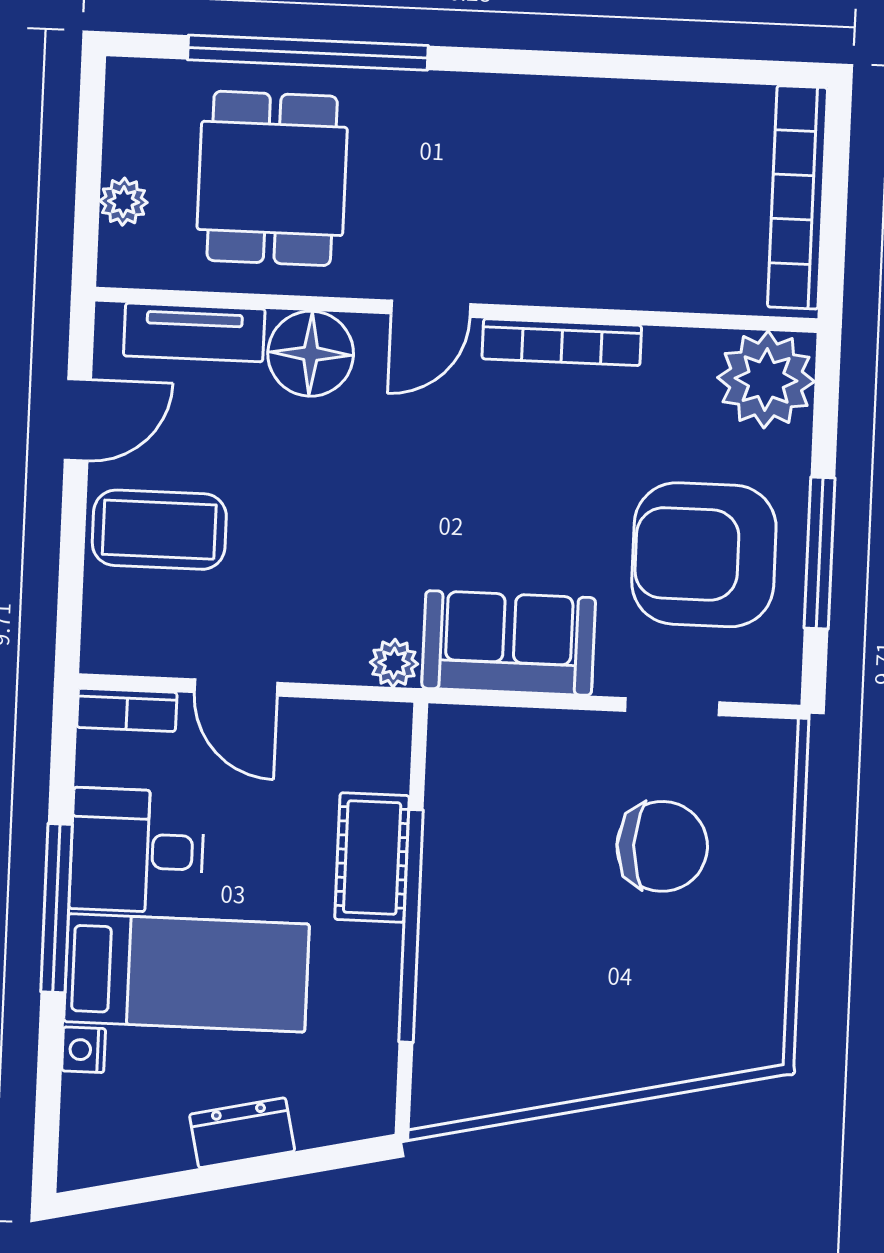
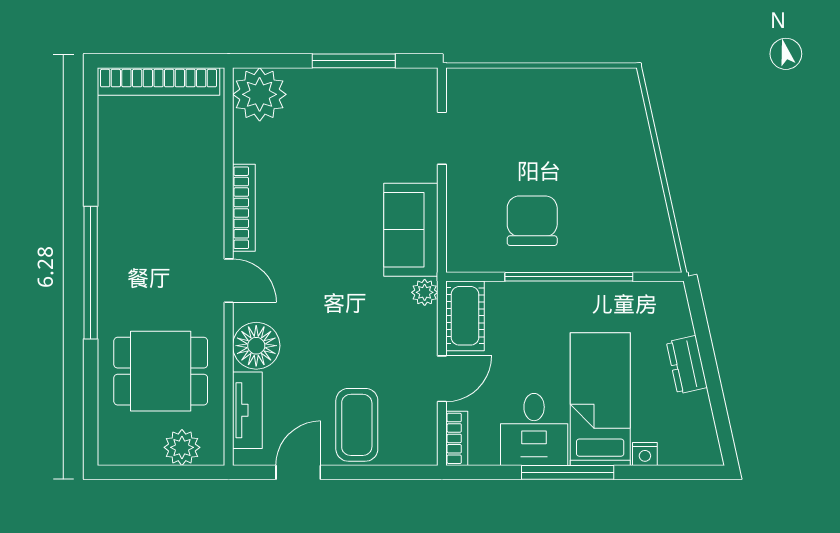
window: (308, 53) -> (91, 273), moved
plant: (124, 202) -> (182, 447), width x1.38, depth x1.38
door: (78, 420) -> (298, 472), hinge flipped
armchair: (704, 555) -> (357, 124), removed
chair: (662, 846) -> (532, 221), moved
cot: (372, 858) -> (465, 316), moved, turned 90

